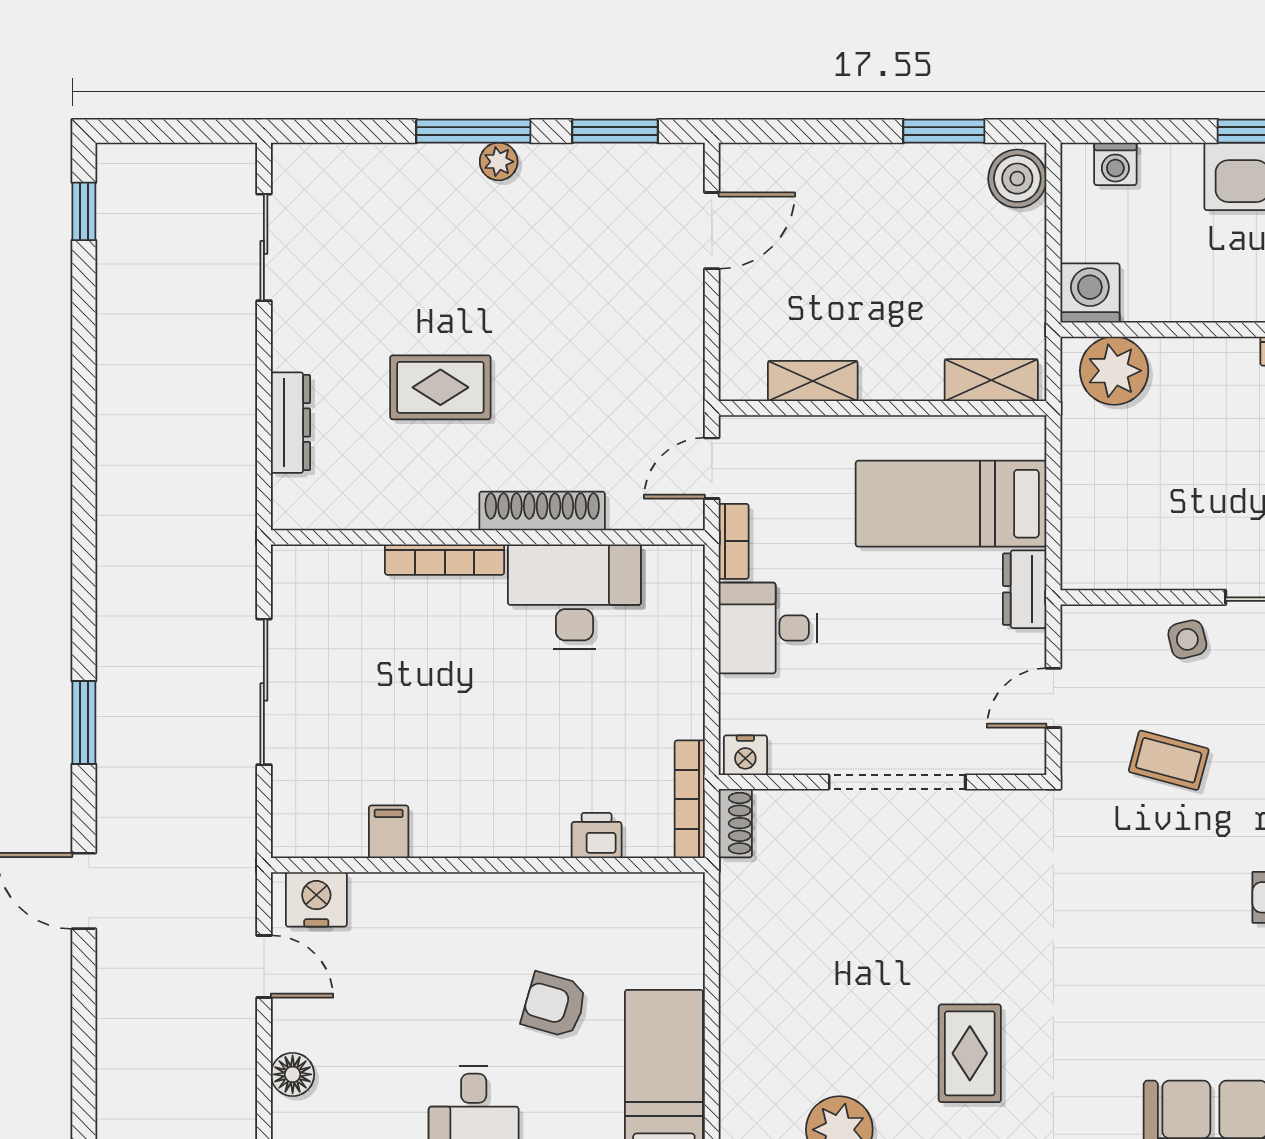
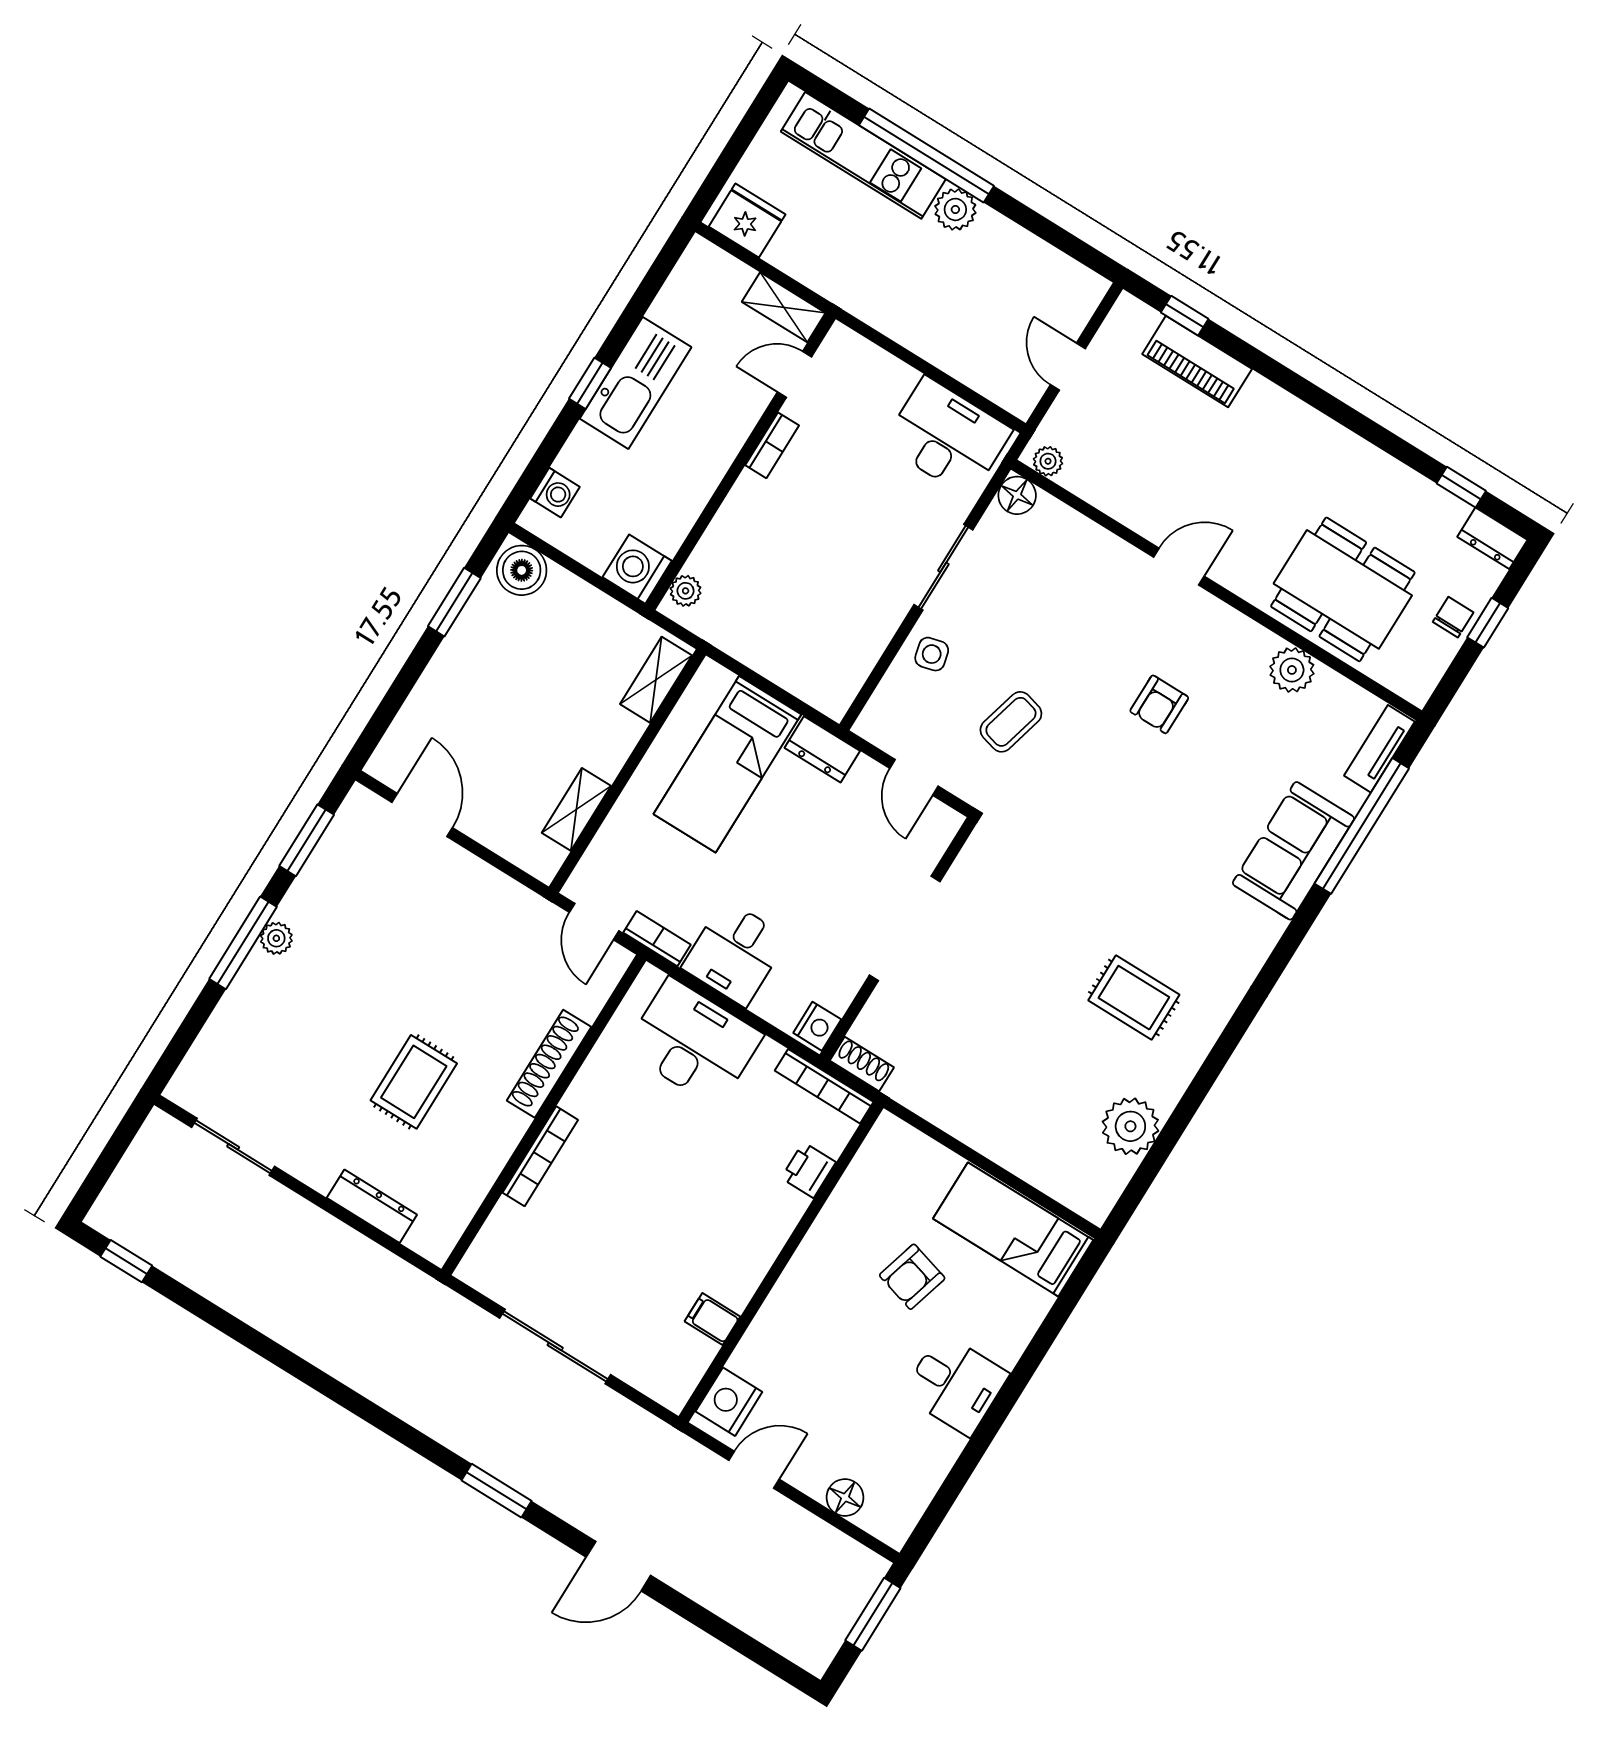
plant: (1114, 371) -> (686, 591), width x0.53, depth x0.53
desk: (574, 597) -> (693, 1043), moved, turned 90

